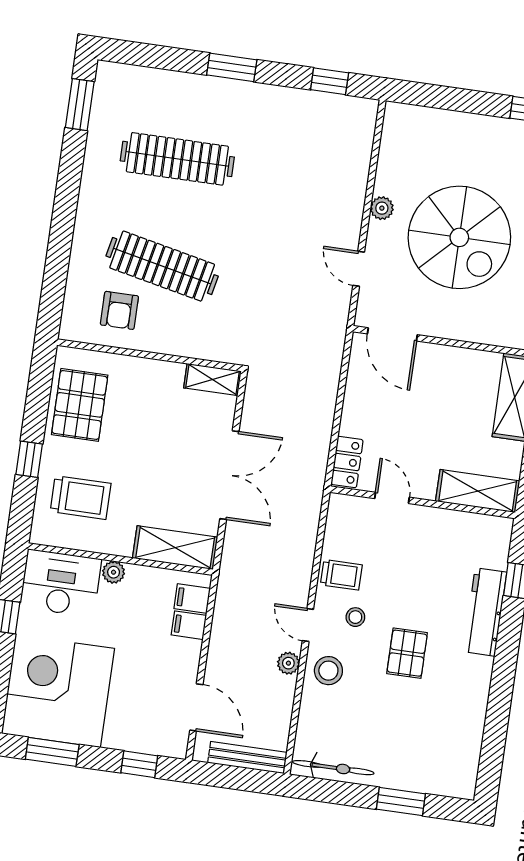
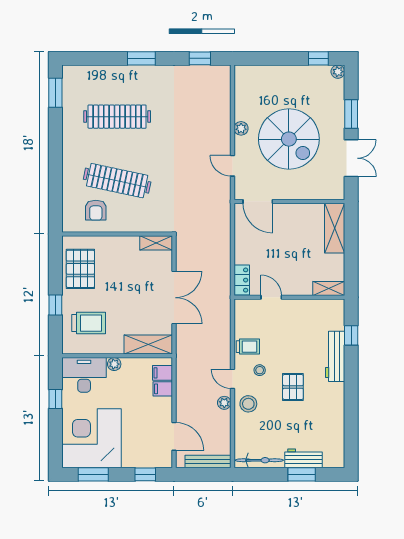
shelving: (478, 491) -> (329, 289), width x0.67, depth x0.75
workbench: (408, 775) -> (303, 458), added

